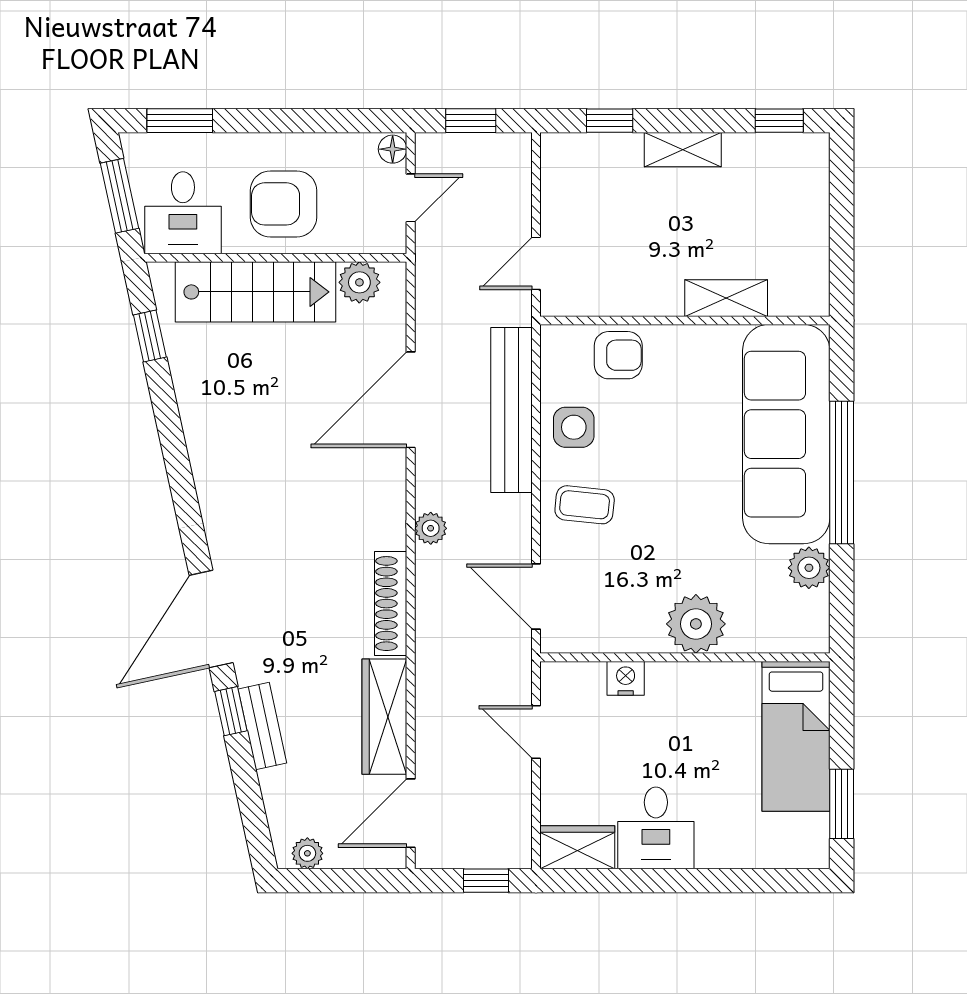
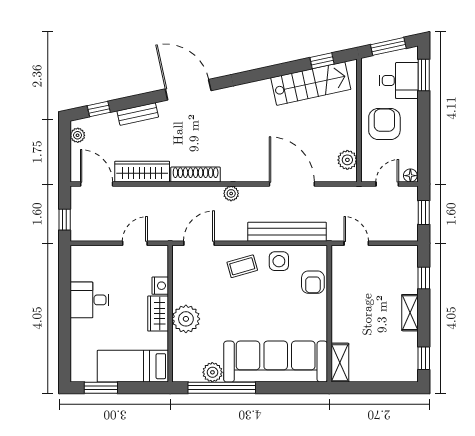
door: (411, 198) -> (387, 184), swing flipped
desk: (183, 213) -> (399, 80), moved, turned 180
stairs: (255, 292) -> (311, 84), moved, turned -102
shelving: (726, 298) -> (340, 363), moved
window: (842, 472) -> (222, 388), moved
coffee table: (585, 505) -> (242, 266), turned 68
window: (231, 711) -> (99, 109), moved
wardrobe: (577, 847) -> (158, 314), moved, turned 180

